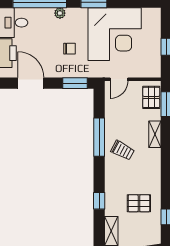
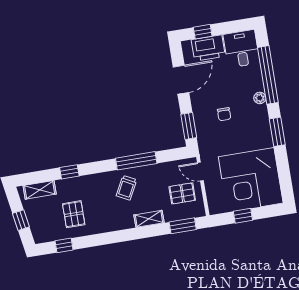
corner desk: (115, 34) -> (251, 180), moved
pallet: (151, 97) -> (182, 193), moved

